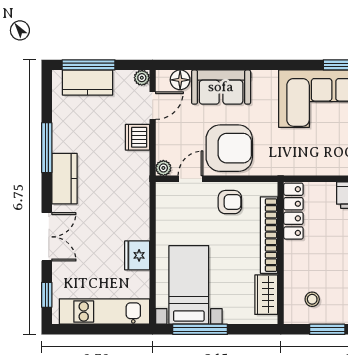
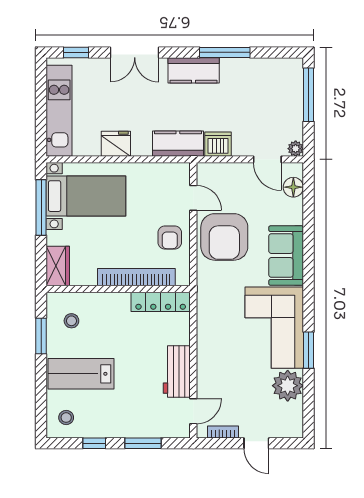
kitchen counter: (88, 83) -> (178, 144), moved, turned 90
sofa: (221, 87) -> (286, 256), moved
dishwasher: (137, 137) -> (218, 144), moved
plant: (163, 168) -> (204, 170), removed
wardrobe: (266, 295) -> (58, 266), moved, turned 90

